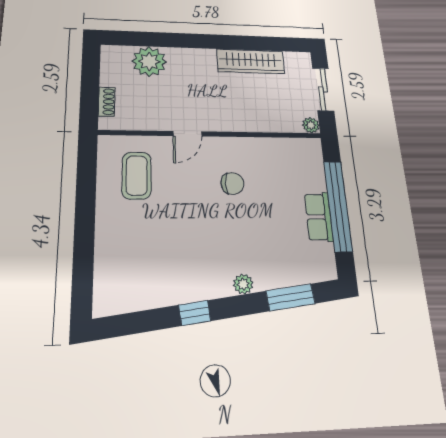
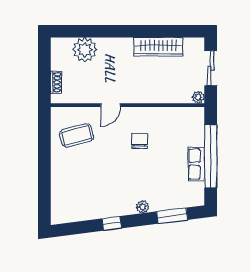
coffee table: (137, 175) -> (76, 135), turned 75
chair: (233, 183) -> (140, 141), turned -90

